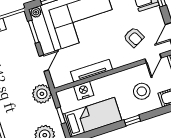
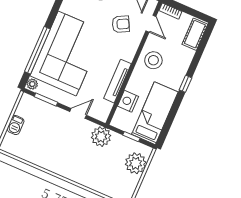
door: (44, 63) -> (78, 113), hinge flipped
stool: (142, 91) -> (153, 60), moved

